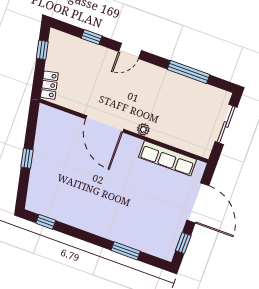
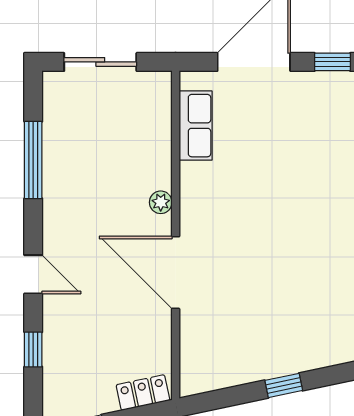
door: (105, 124) -> (176, 273), swing flipped
row of seats: (168, 158) -> (196, 126), width x0.68

